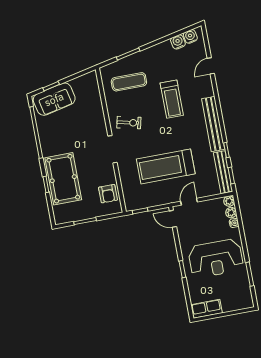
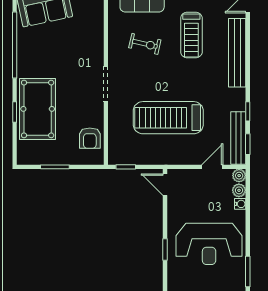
exercise bike: (129, 123) -> (145, 44), moved
bench: (213, 124) -> (237, 53), moved
door: (189, 202) -> (212, 167), moved

